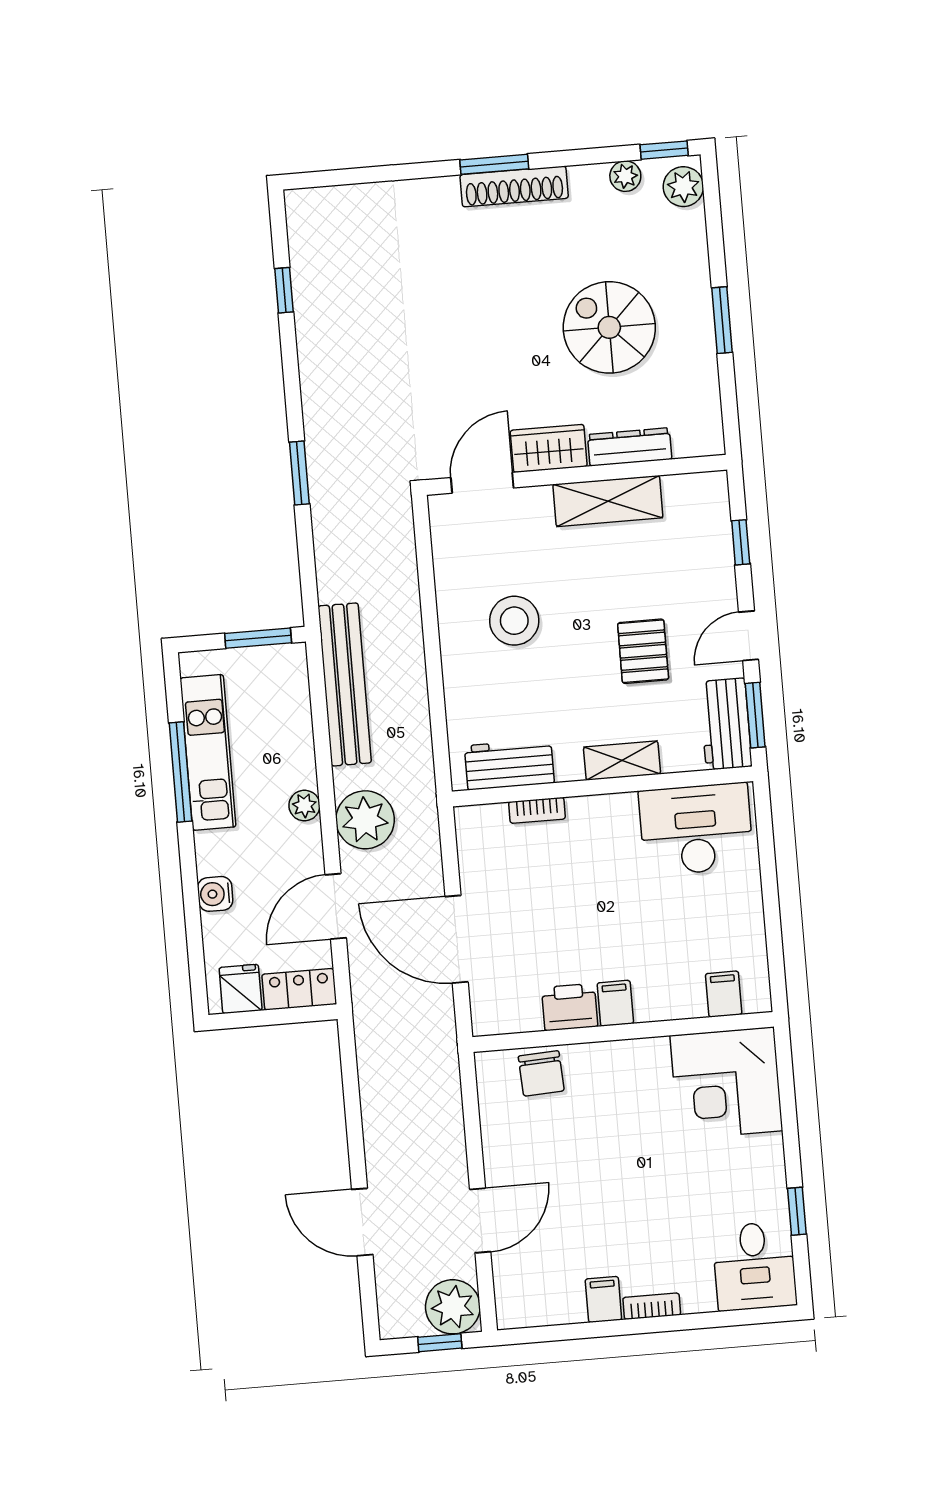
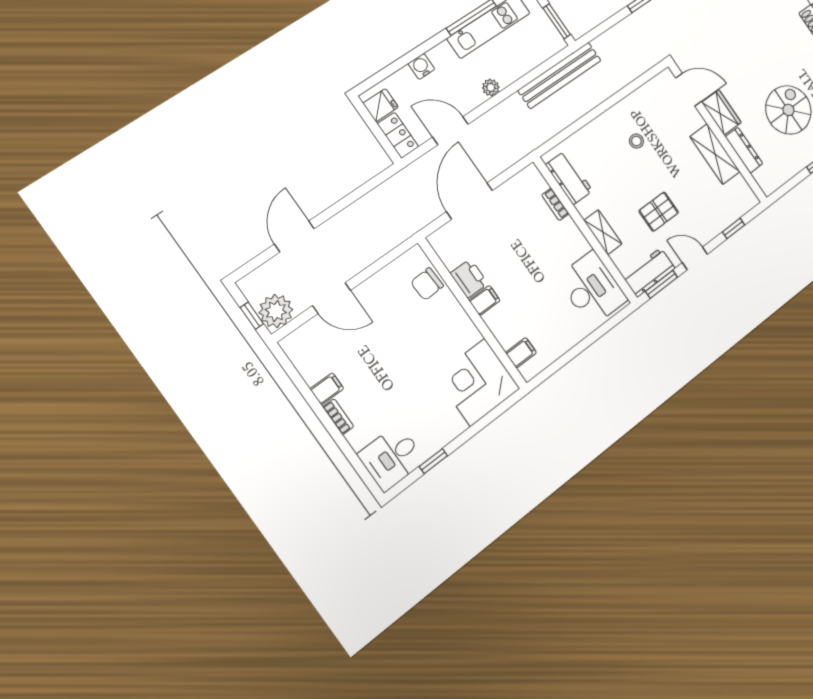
stool: (514, 621) -> (636, 141), width x0.53, depth x0.53
plant: (365, 820) -> (501, 122), removed

